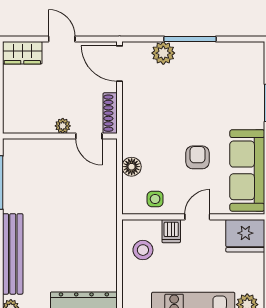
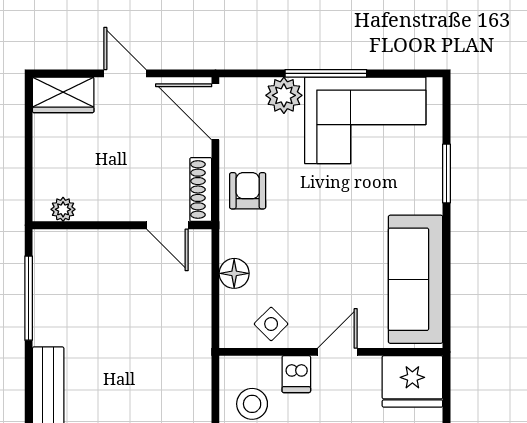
corner sofa: (215, 69) -> (365, 120), added
plant: (63, 126) -> (63, 209), moved
armchair: (197, 157) -> (248, 191), moved
side table: (155, 199) -> (271, 324), turned 45

